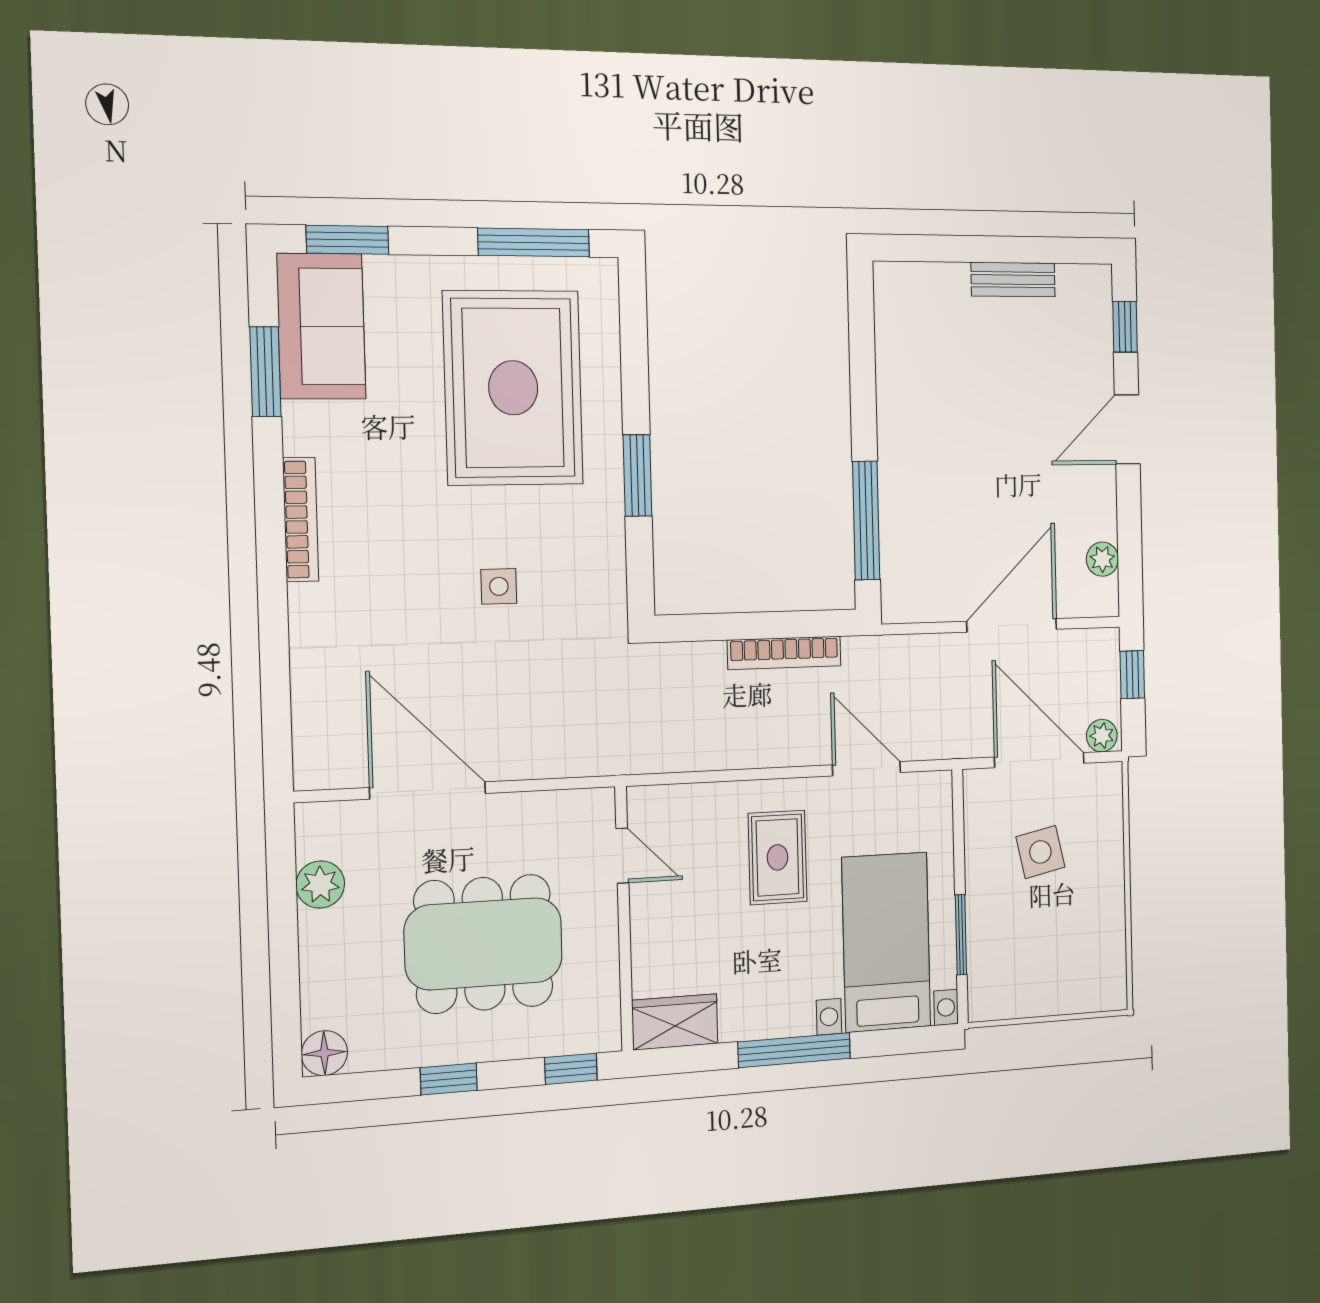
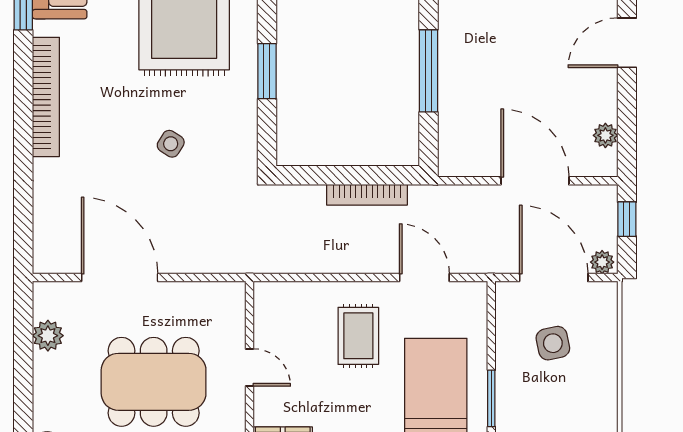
bookcase: (301, 519) -> (46, 97), width x1.48, depth x1.31
window: (866, 520) -> (428, 71), moved
side table: (499, 586) -> (171, 144), turned 32
door: (1012, 625) -> (535, 181), hinge flipped
door: (622, 856) -> (249, 367), moved

